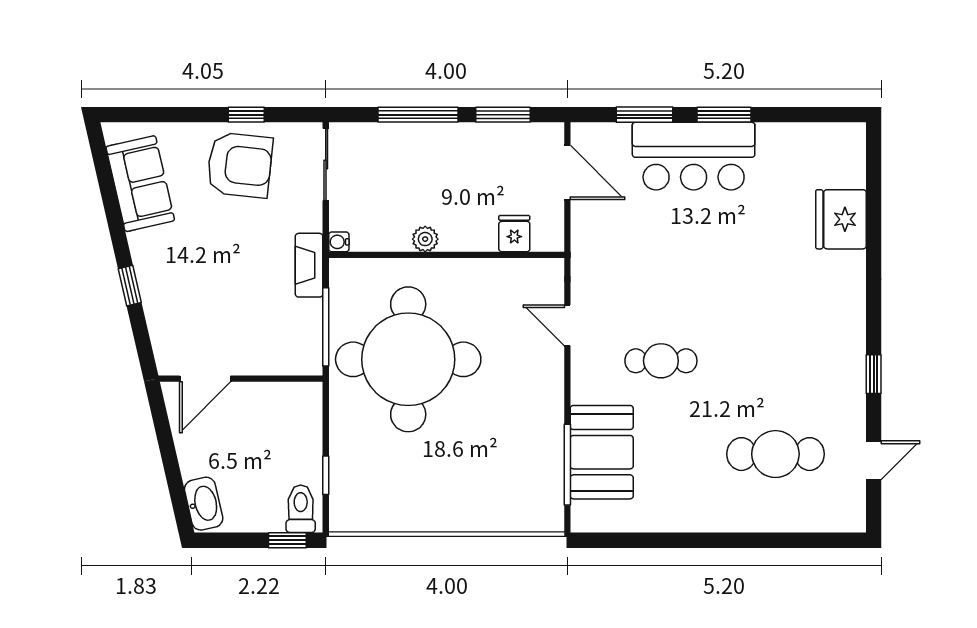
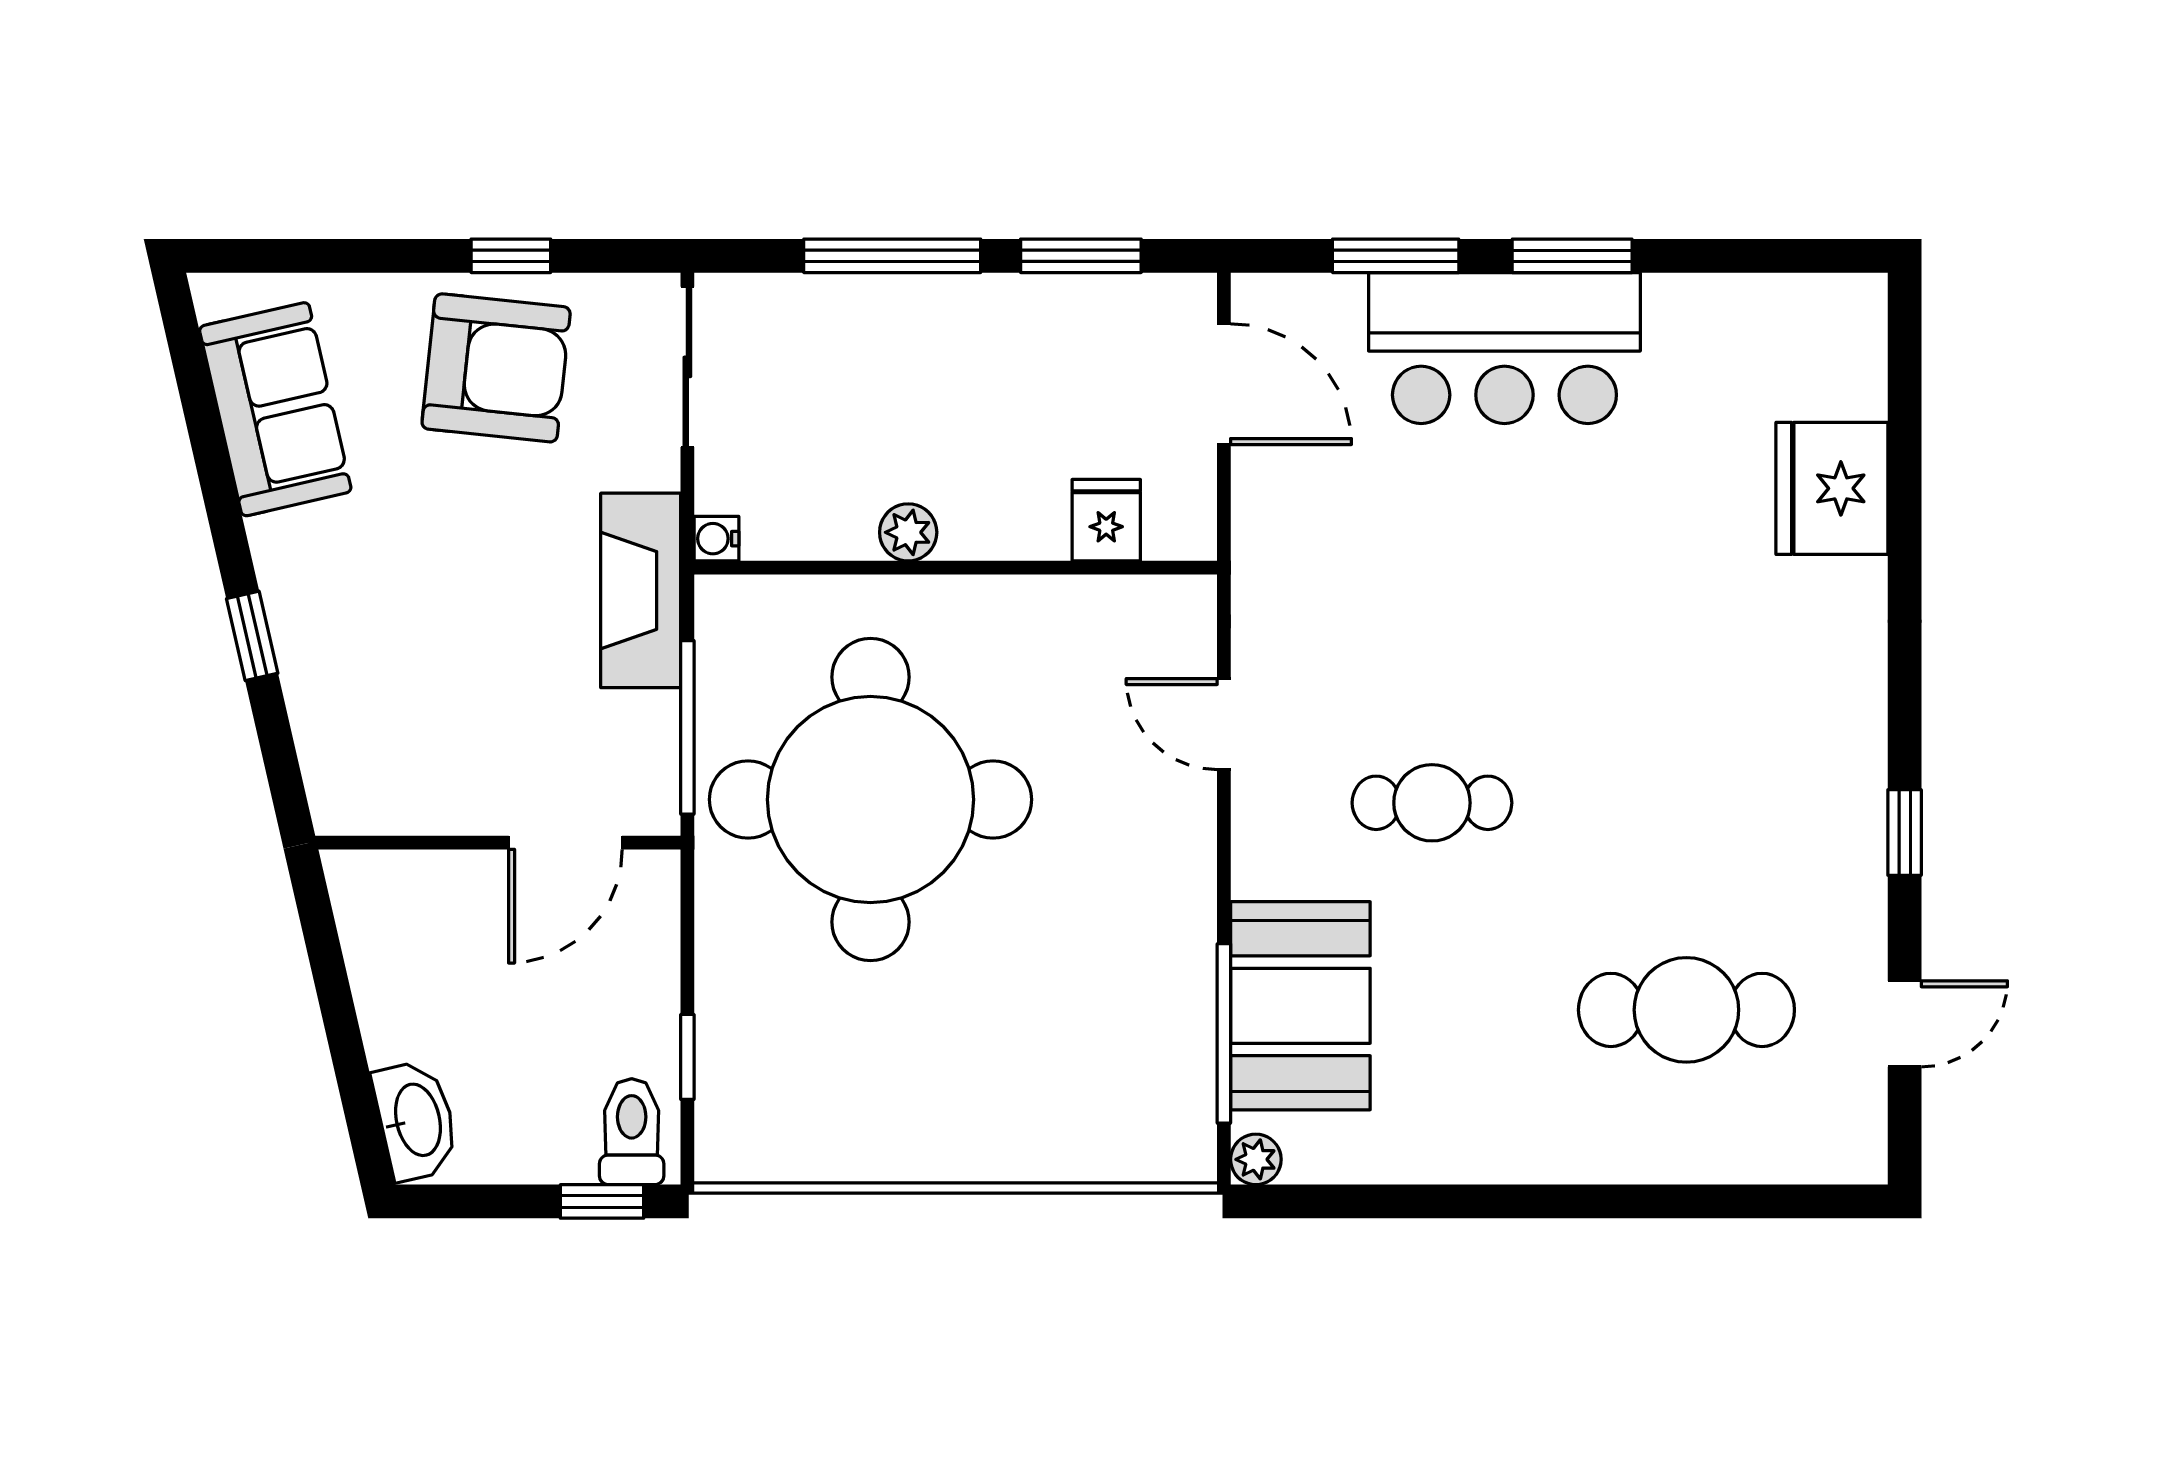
fireplace: (309, 265) -> (641, 590), width x1.37, depth x1.32
door: (205, 379) -> (565, 843), moved
plant: (582, 521) -> (1256, 1159), added

